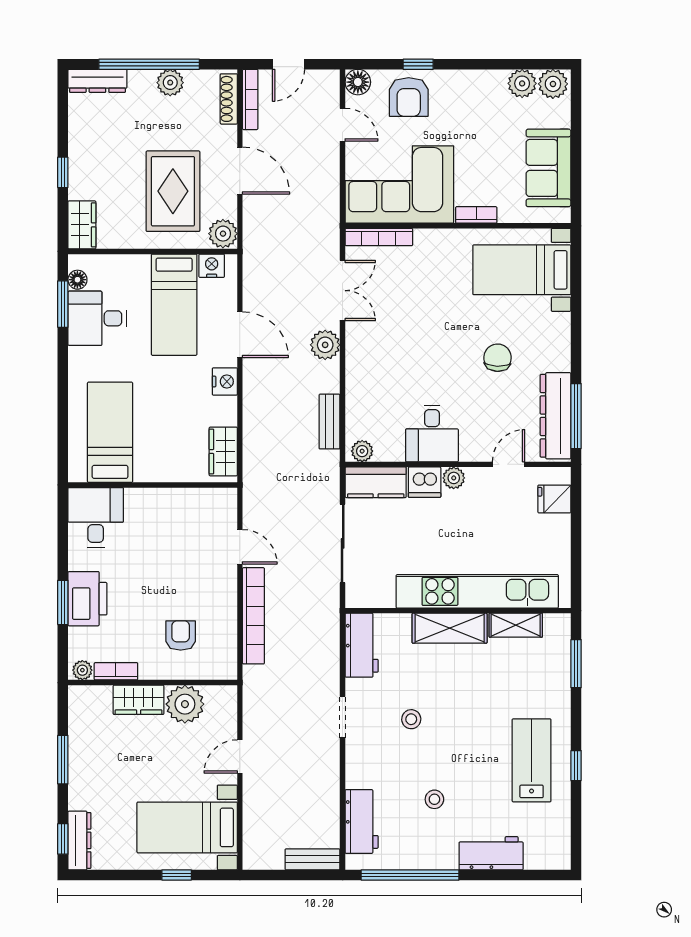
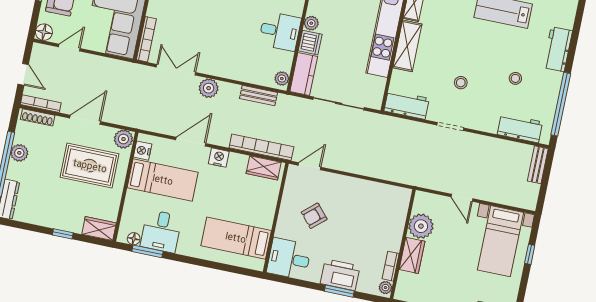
door: (240, 547) -> (310, 166), moved
bookcase: (253, 616) -> (261, 147), moved
armchair: (181, 635) -> (314, 216), moved, turned -41

